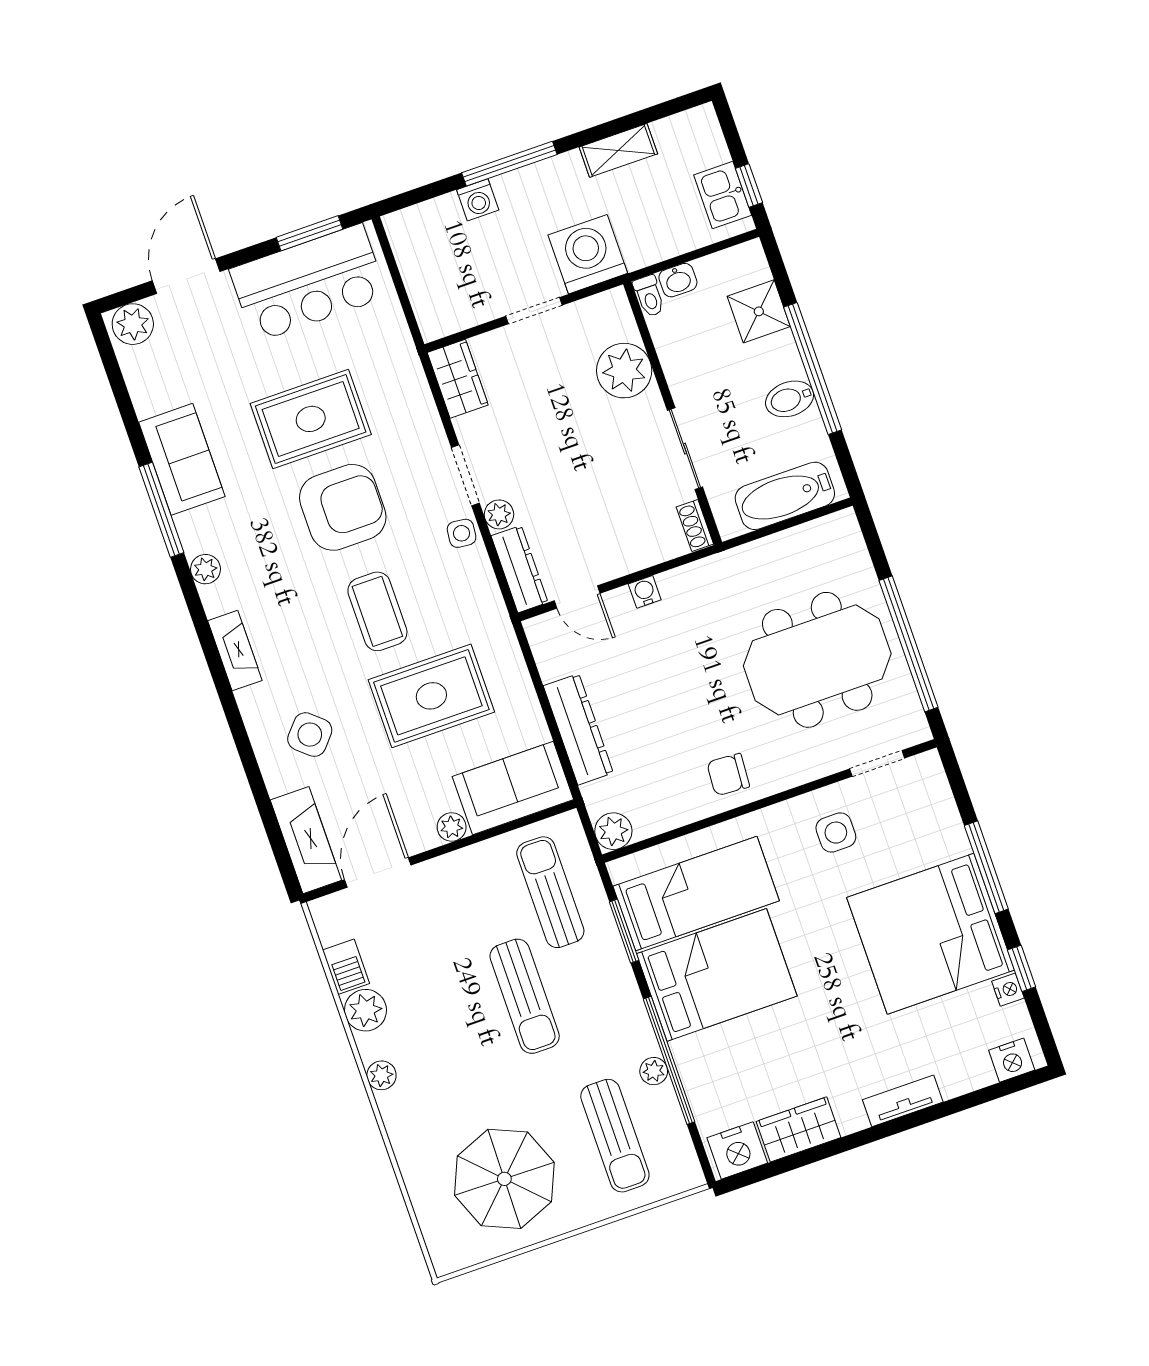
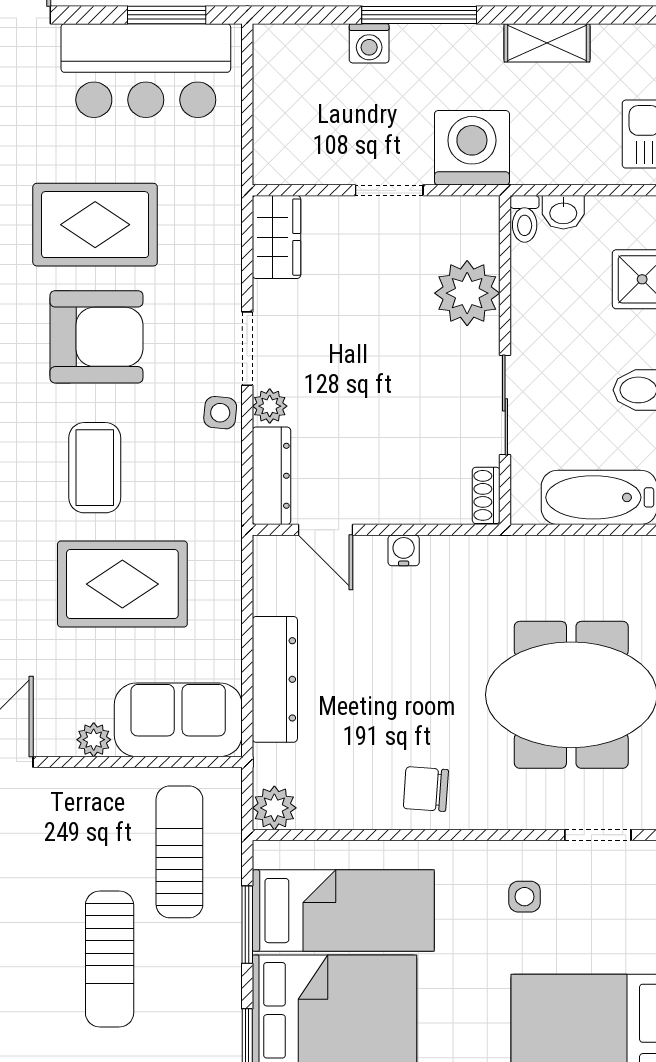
side table: (836, 833) -> (525, 897), width x0.73, depth x0.73

